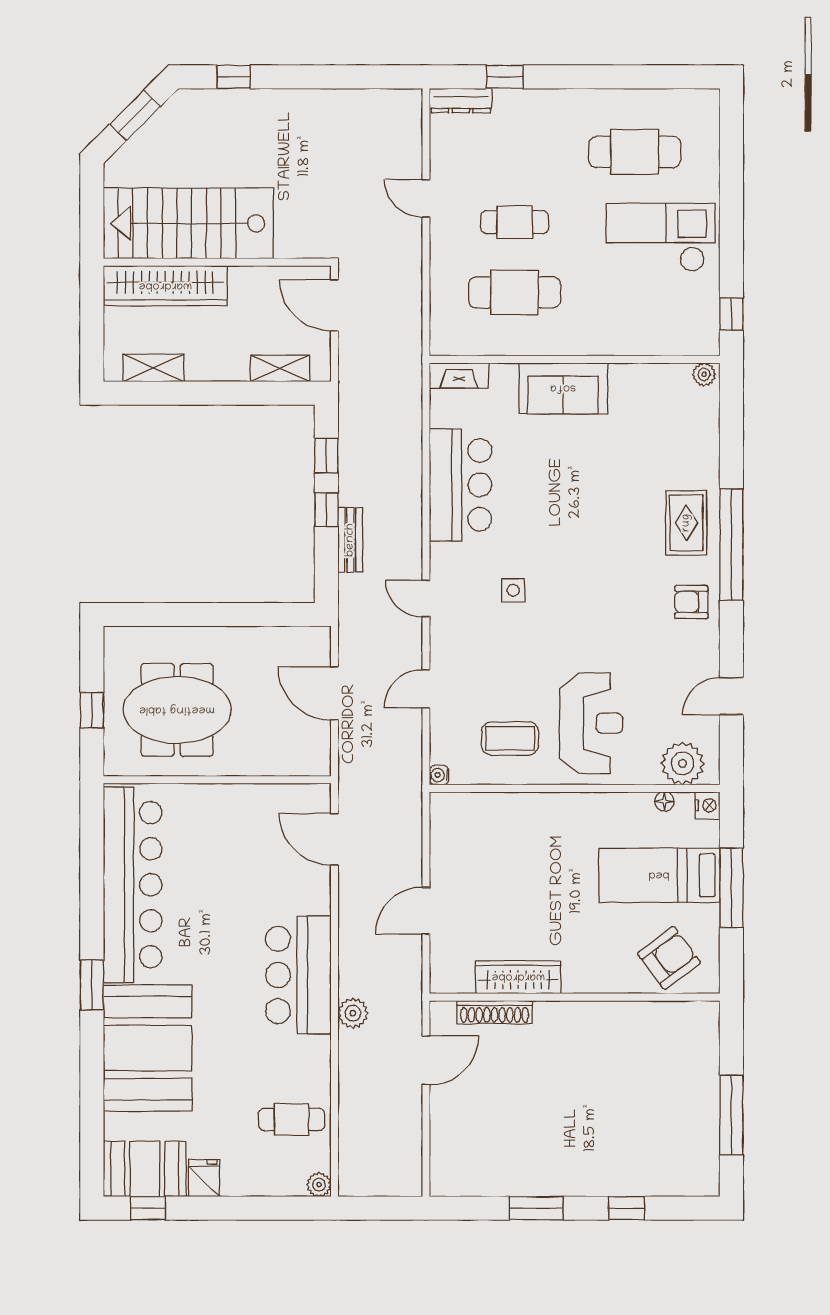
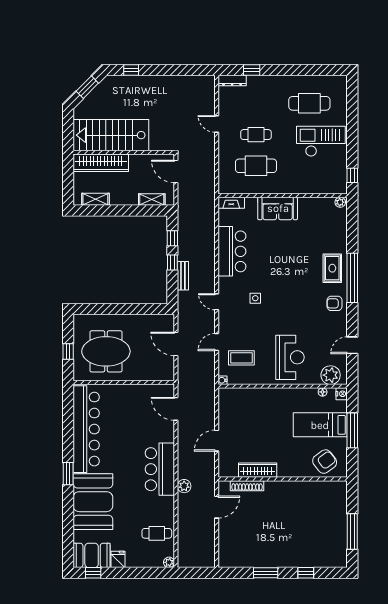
coffee table: (510, 738) -> (241, 358), moved

